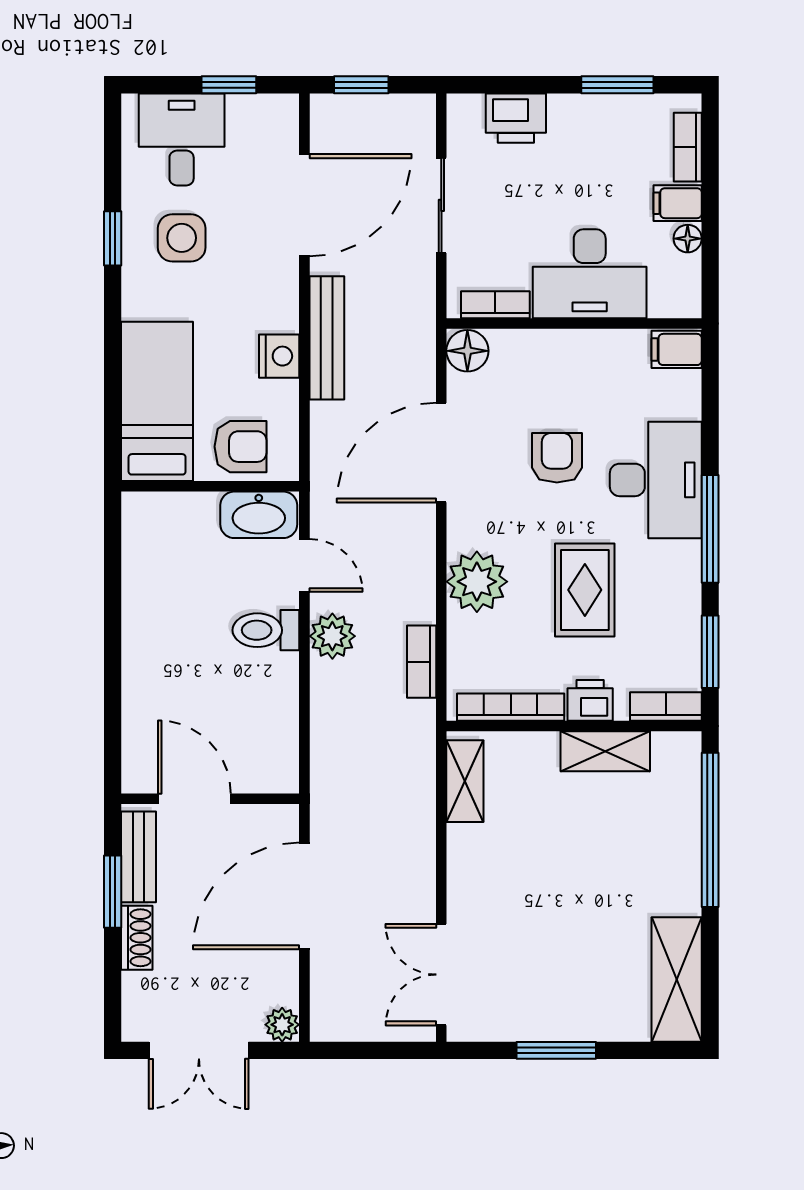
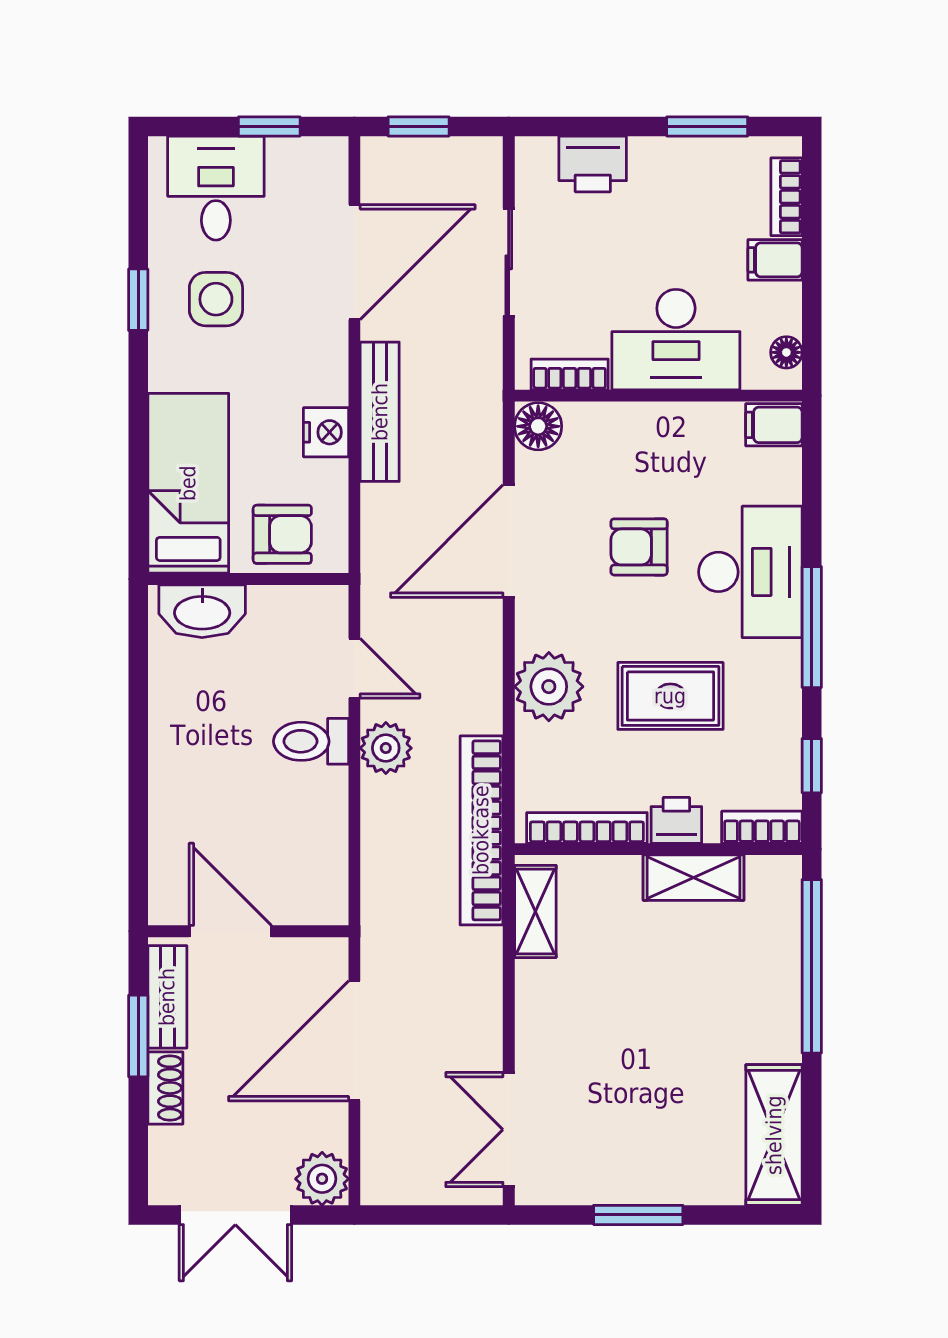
floor lamp: (688, 239) -> (786, 352), moved
armchair: (557, 458) -> (639, 547), turned -90
washbasin: (259, 515) -> (202, 611), moved
rug: (585, 590) -> (670, 696), turned 90
window: (710, 652) -> (812, 766), width x0.67
bookcase: (422, 662) -> (481, 830), width x2.31, depth x1.31
plant: (282, 1025) -> (322, 1179), width x1.38, depth x1.38

